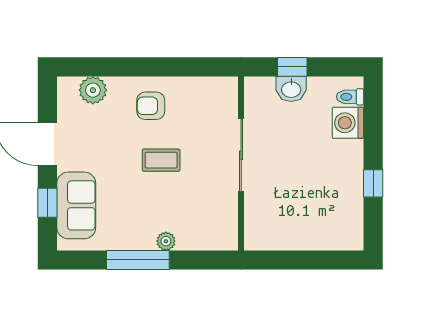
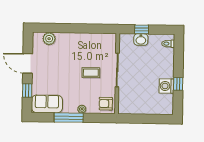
armchair: (151, 106) -> (106, 104), moved
washing machine: (348, 123) -> (166, 86), moved
coffee table: (161, 160) -> (91, 73), moved
sofa: (76, 205) -> (47, 104), moved, turned -90

